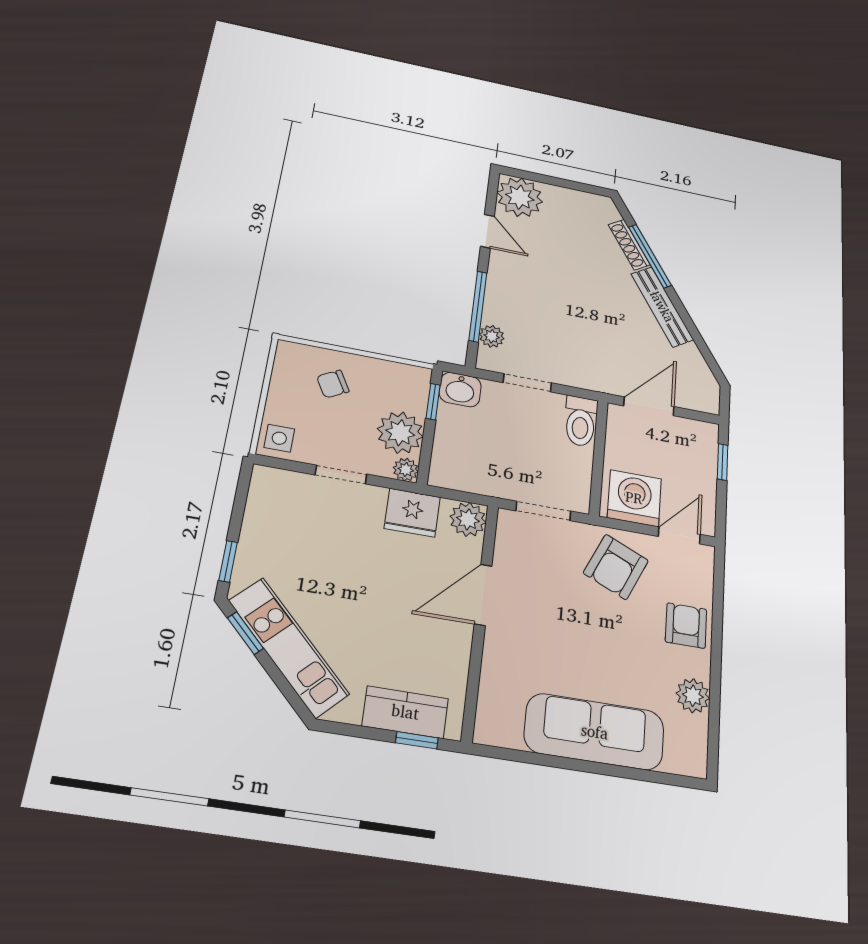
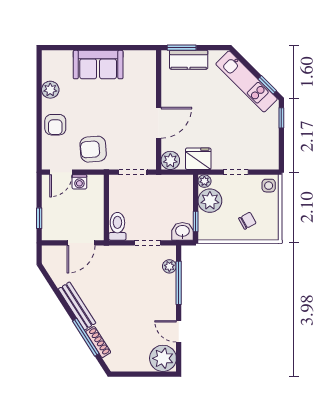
washing machine: (634, 498) -> (79, 182), width x0.53, depth x0.53
armchair: (616, 567) -> (93, 149), turned -119
sofa: (595, 732) -> (98, 65), width x0.73
window: (417, 740) -> (182, 48), width x1.50

